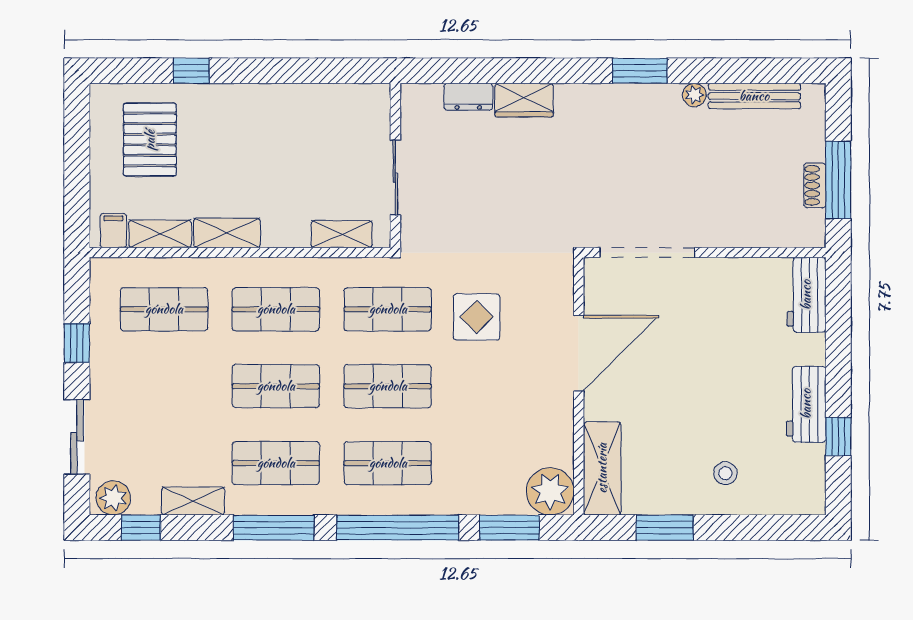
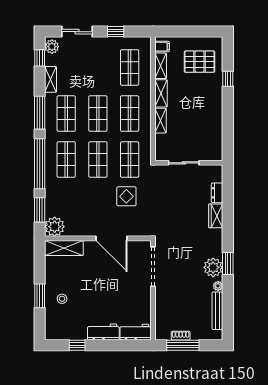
plant: (649, 106) -> (213, 267), added
shelving: (342, 234) -> (160, 121), moved
workbench: (806, 404) -> (103, 332), moved
window: (665, 528) -> (40, 296), moved

